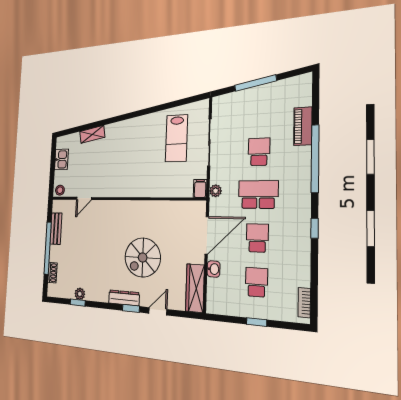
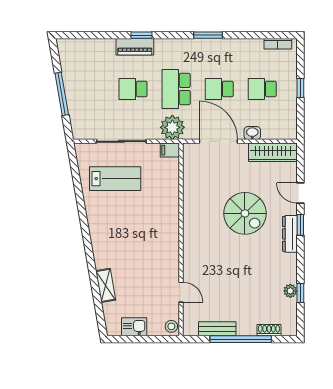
piano: (303, 126) -> (135, 47), moved
window: (315, 159) -> (142, 35), width x0.32
plant: (216, 191) -> (172, 127), width x1.88, depth x1.88
window: (315, 228) -> (208, 35), width x1.50

